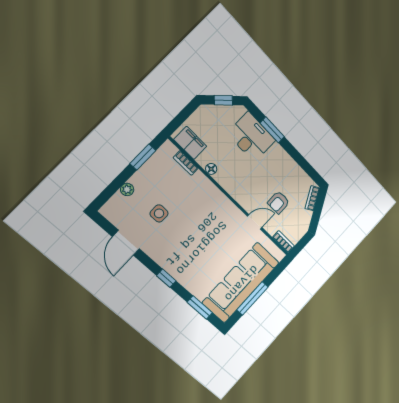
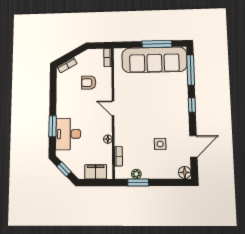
filing cabinet: (190, 143) -> (96, 172), moved, turned 90
plant: (127, 189) -> (136, 174), moved
armchair: (279, 202) -> (89, 83), turned 180
floor lamp: (109, 211) -> (185, 172), added
door: (255, 222) -> (113, 108), moved
window: (200, 307) -> (191, 70), width x1.44

